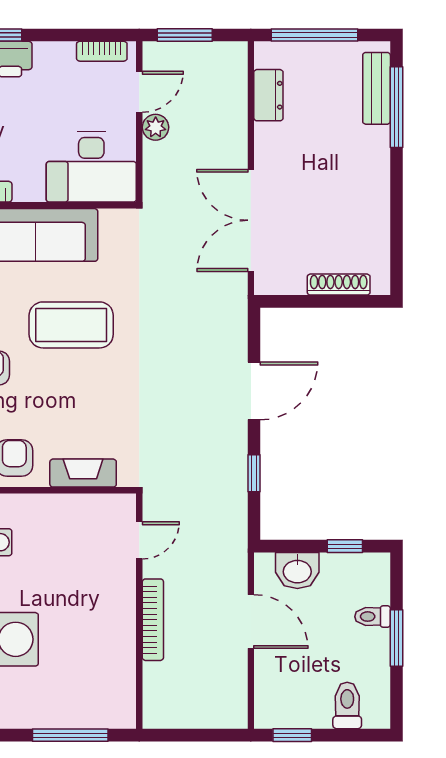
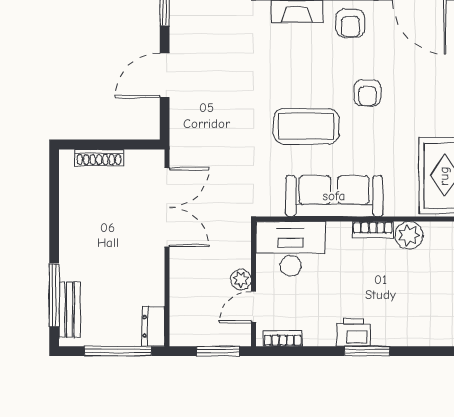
dresser: (268, 95) -> (153, 326), moved

